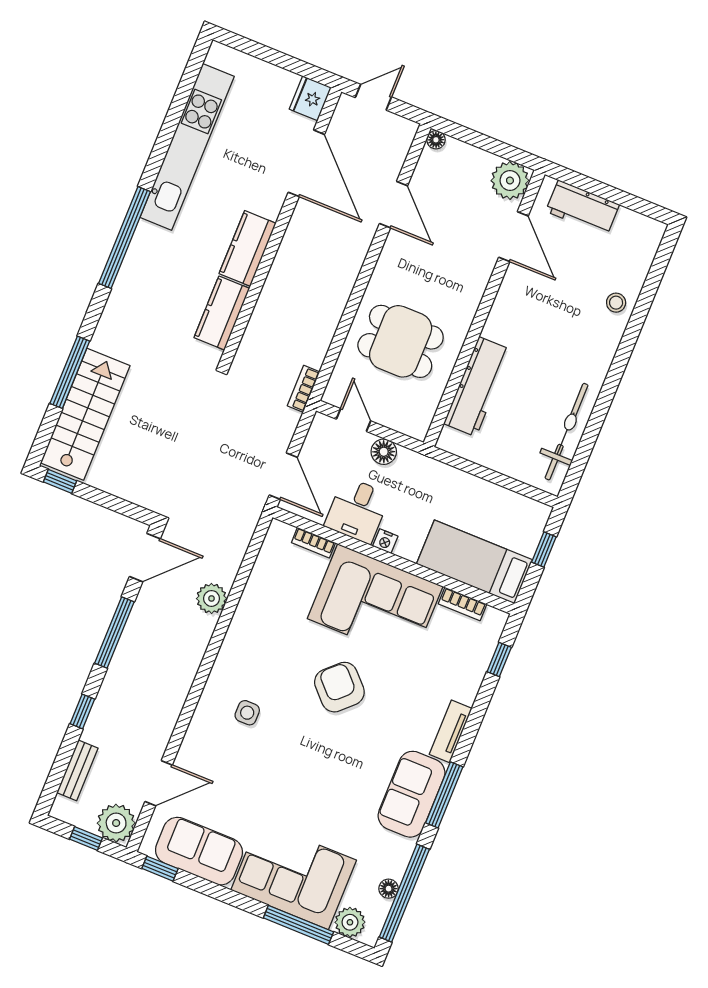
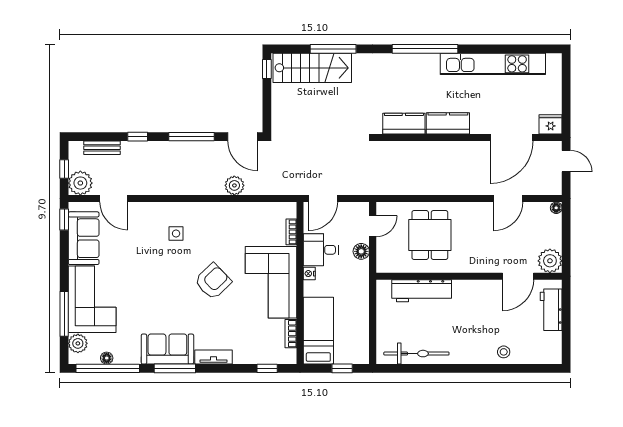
bookcase: (304, 389) -> (379, 190), removed

